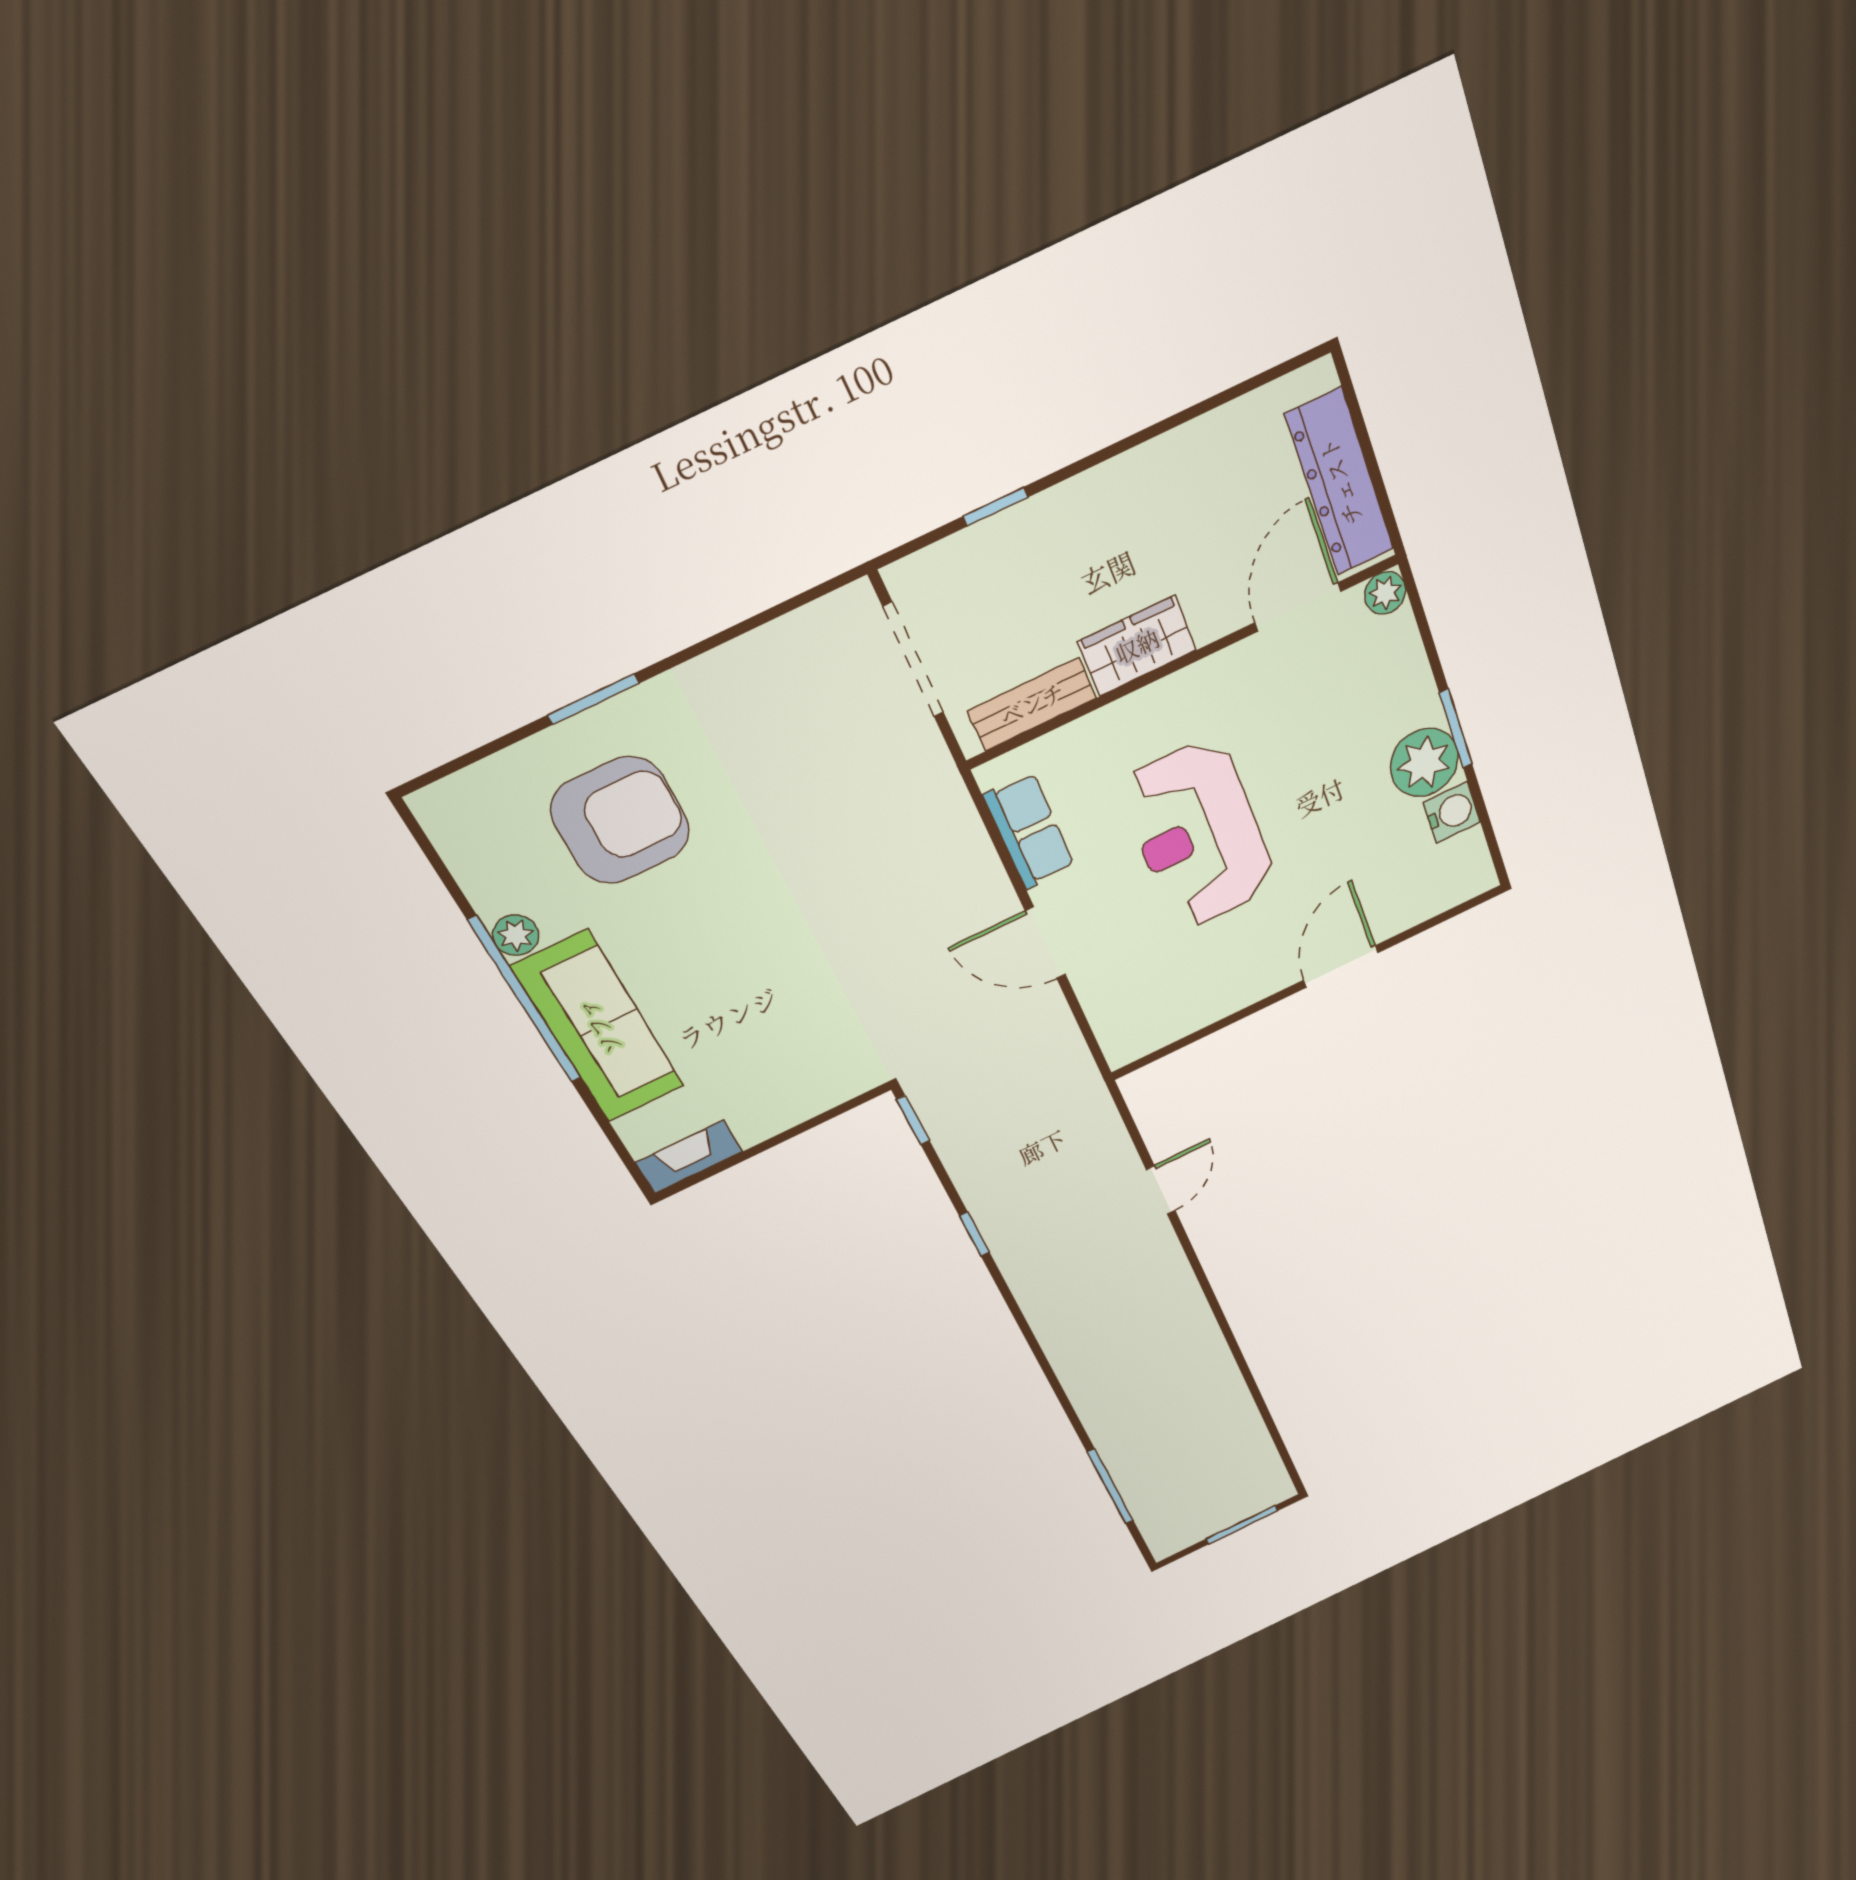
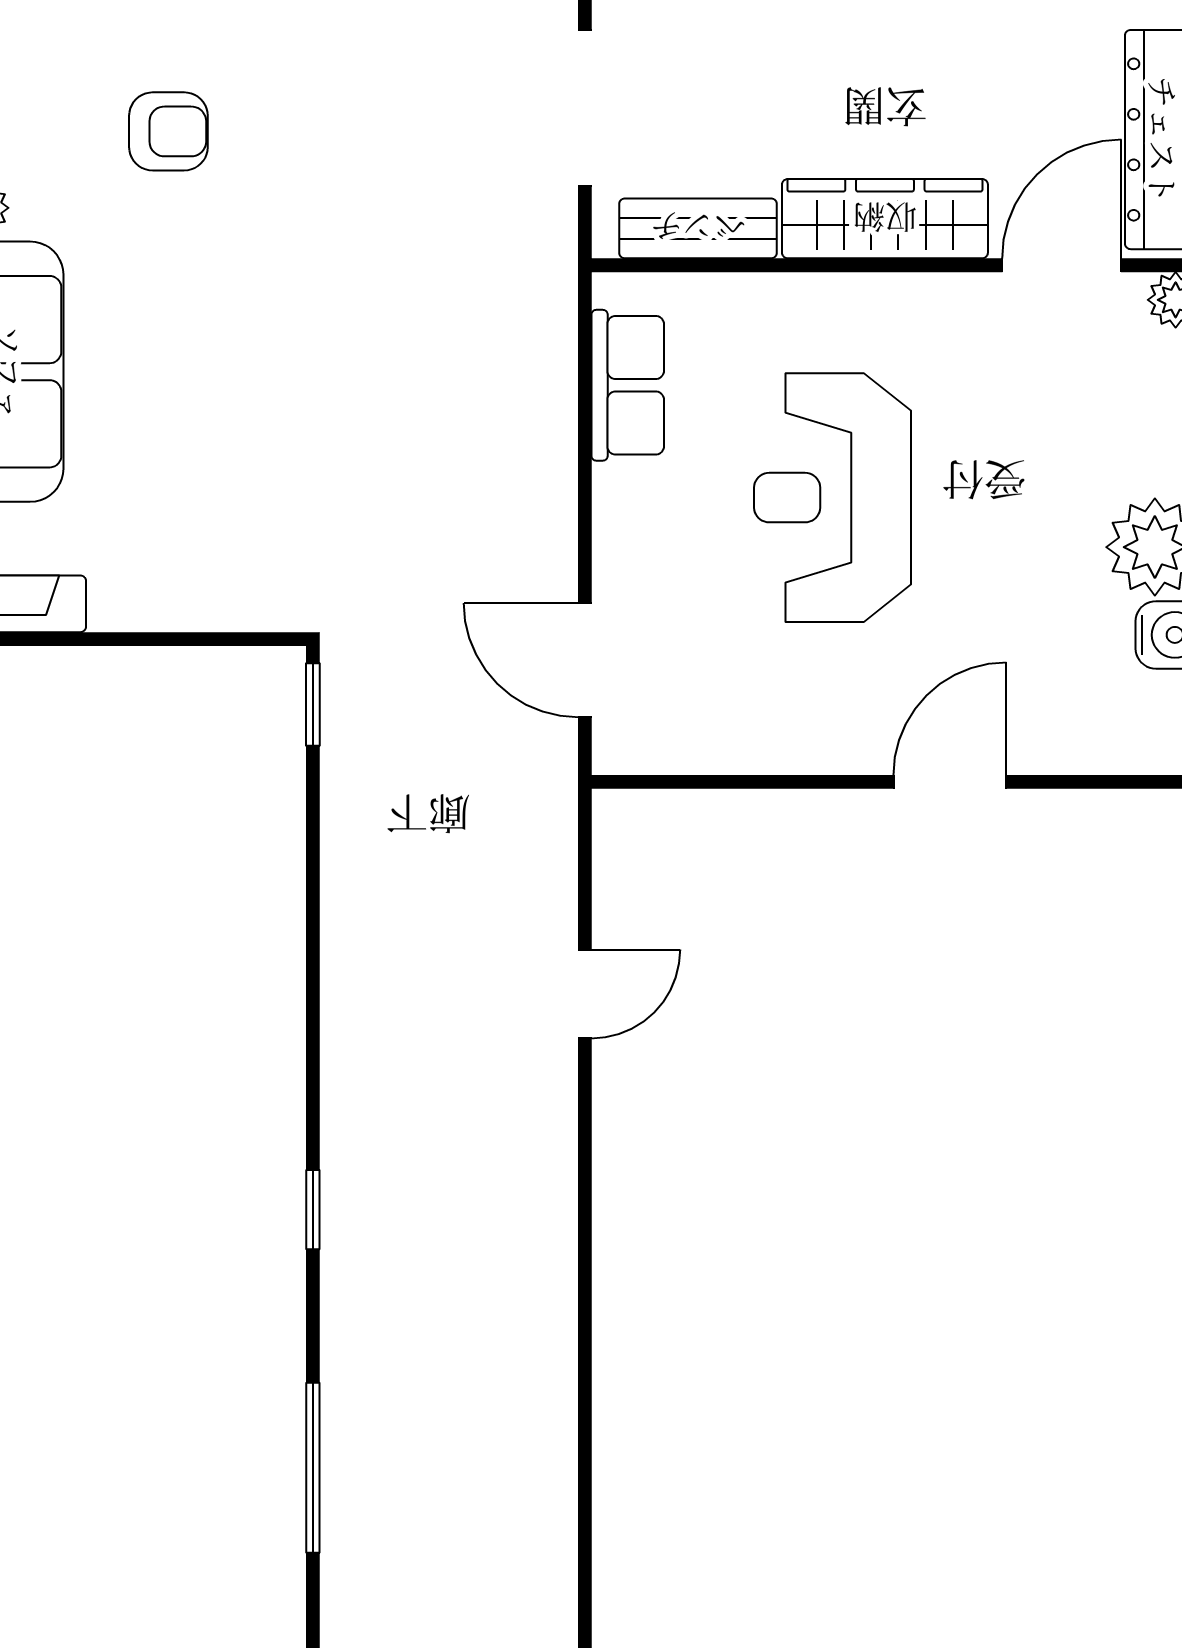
wardrobe: (1137, 646) -> (885, 219), width x1.50
armchair: (620, 820) -> (168, 131), width x0.53, depth x0.53
door: (1045, 943) -> (585, 660), moved
window: (974, 1234) -> (313, 1210), moved

